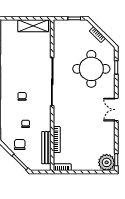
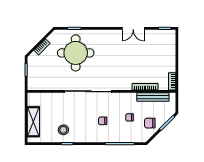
shelving: (33, 26) -> (33, 122), moved
stool: (13, 56) -> (63, 130), added
double door: (116, 110) -> (133, 28), moved
plant: (107, 162) -> (167, 38), removed

